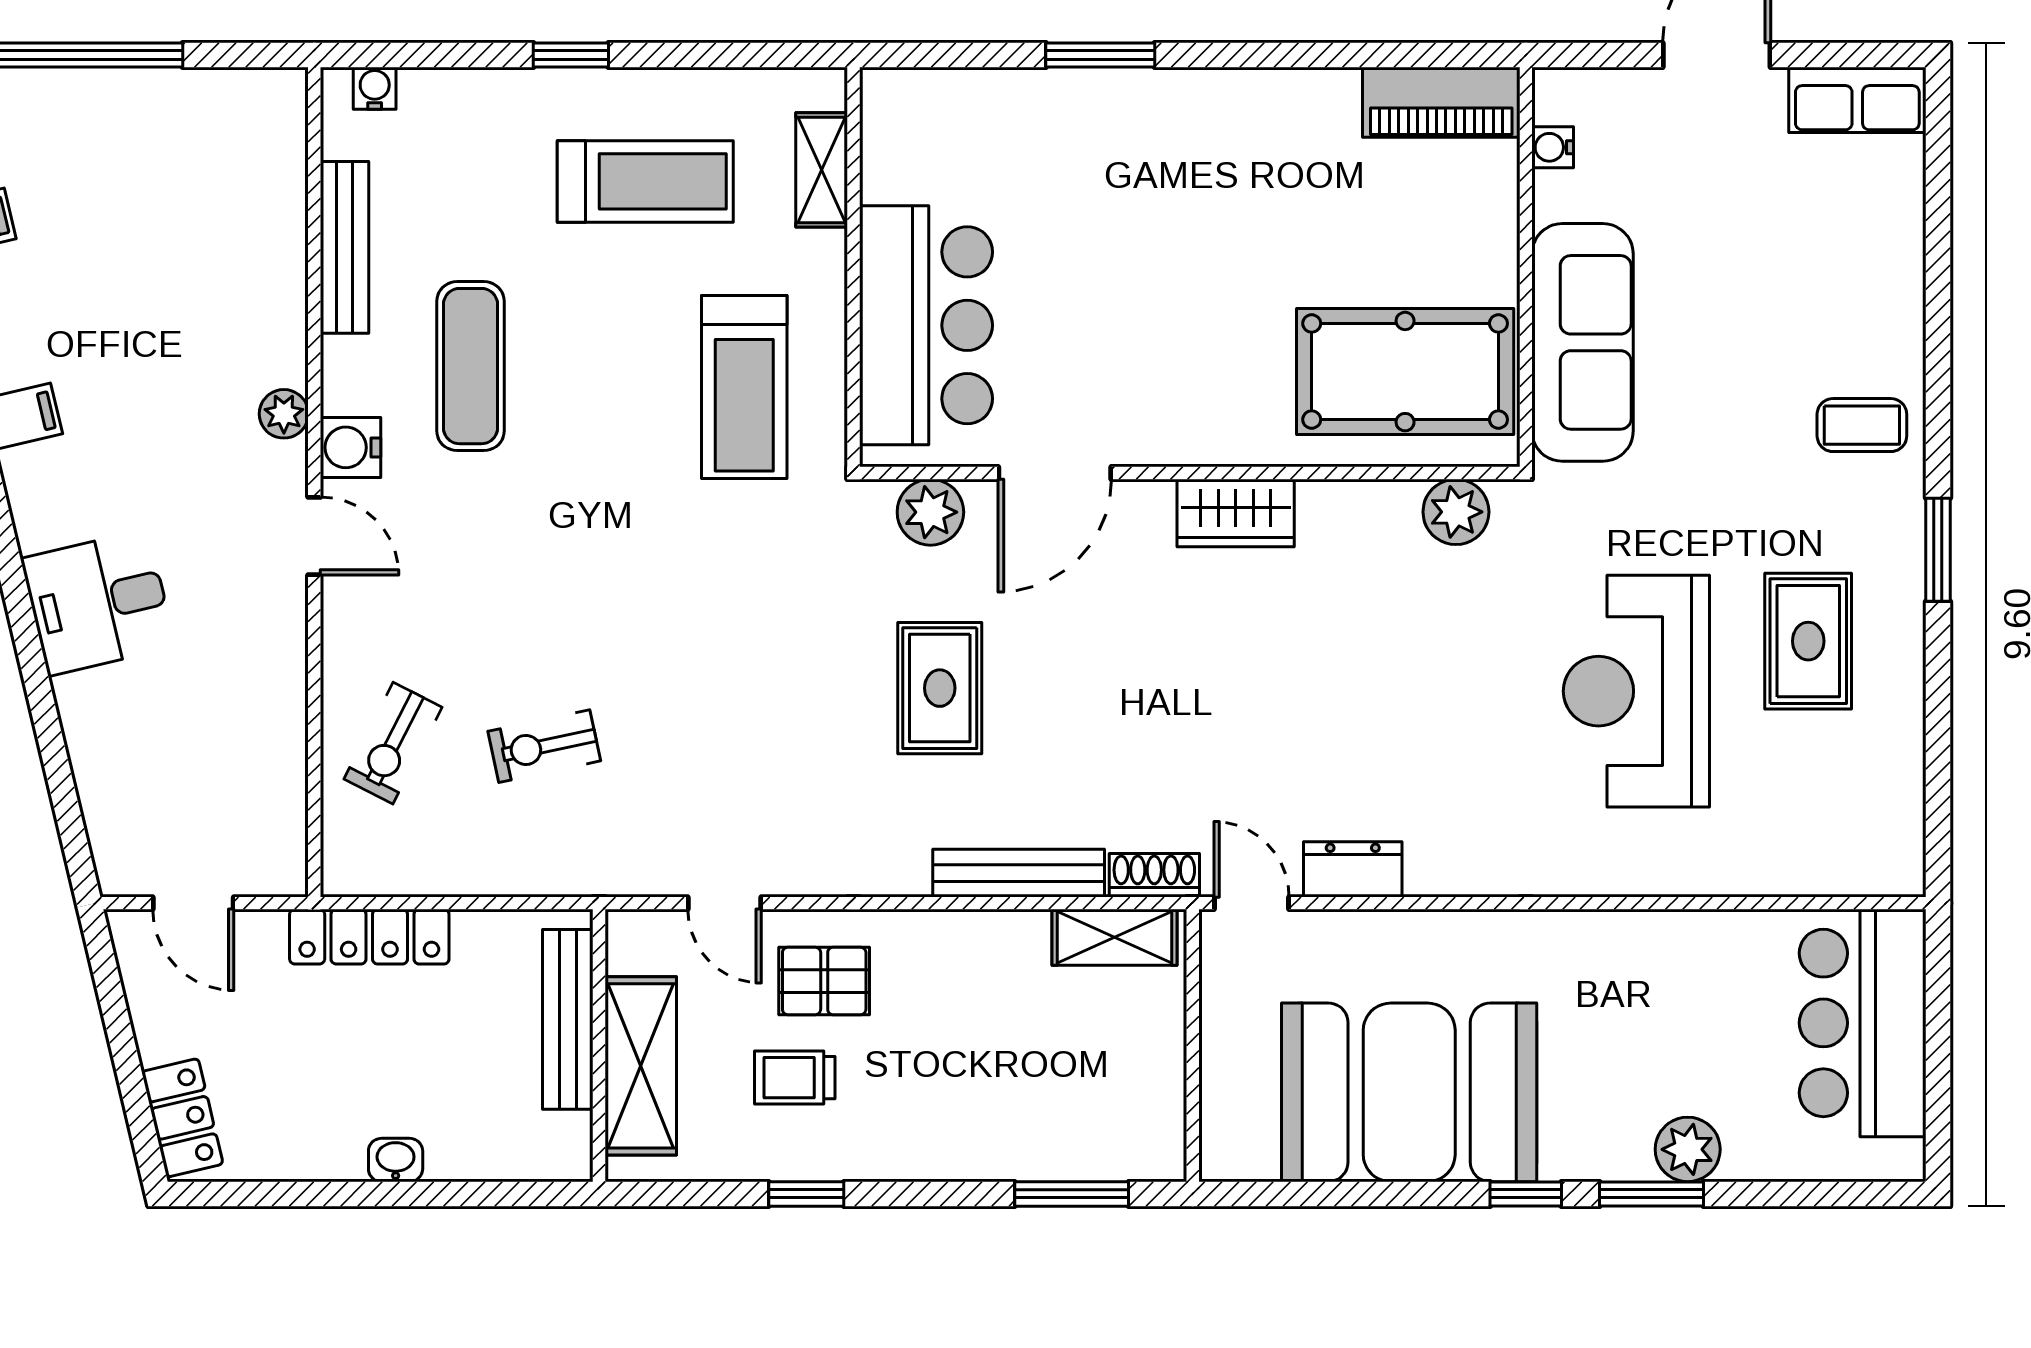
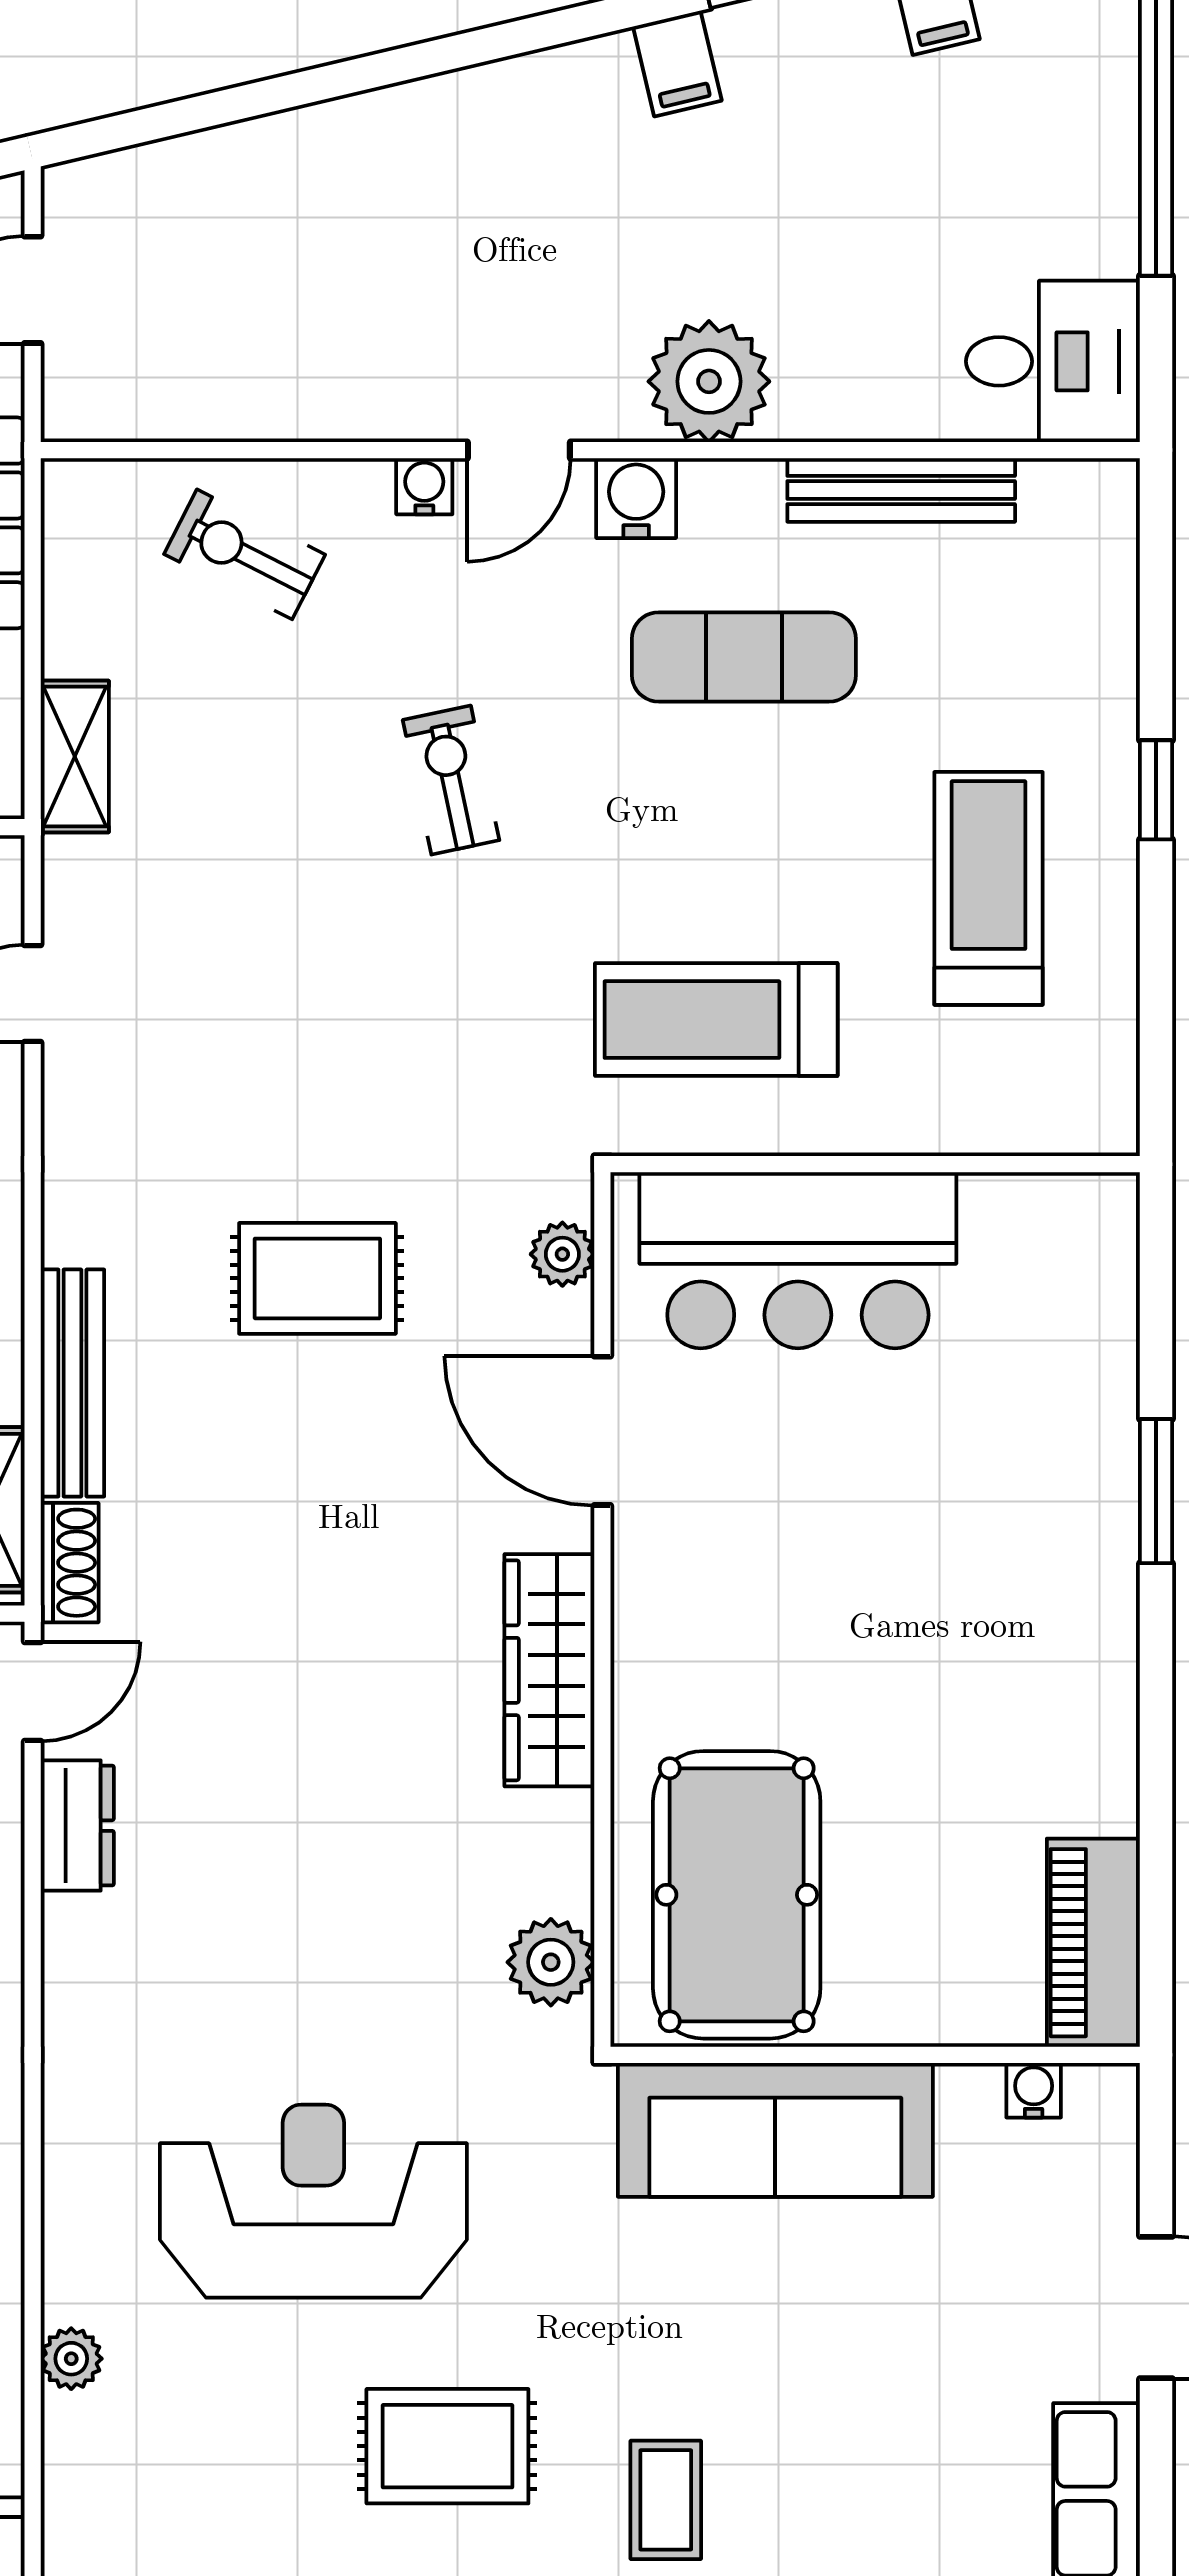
water cooler: (375, 88) -> (424, 486), moved, turned -90
shelving: (822, 170) -> (75, 757), moved, turned 90
treadmill: (645, 181) -> (988, 888), turned 180
plant: (284, 414) -> (709, 381), width x1.87, depth x1.87
plant: (930, 512) -> (562, 1254), width x0.73, depth x0.73
wardrobe: (1236, 513) -> (549, 1670), width x1.50
desk: (98, 603) -> (1053, 361), moved, turned 103
rug: (1808, 641) -> (447, 2446), moved
exercise bike: (544, 746) -> (451, 780), moved
plant: (1755, 874) -> (71, 2359), added

